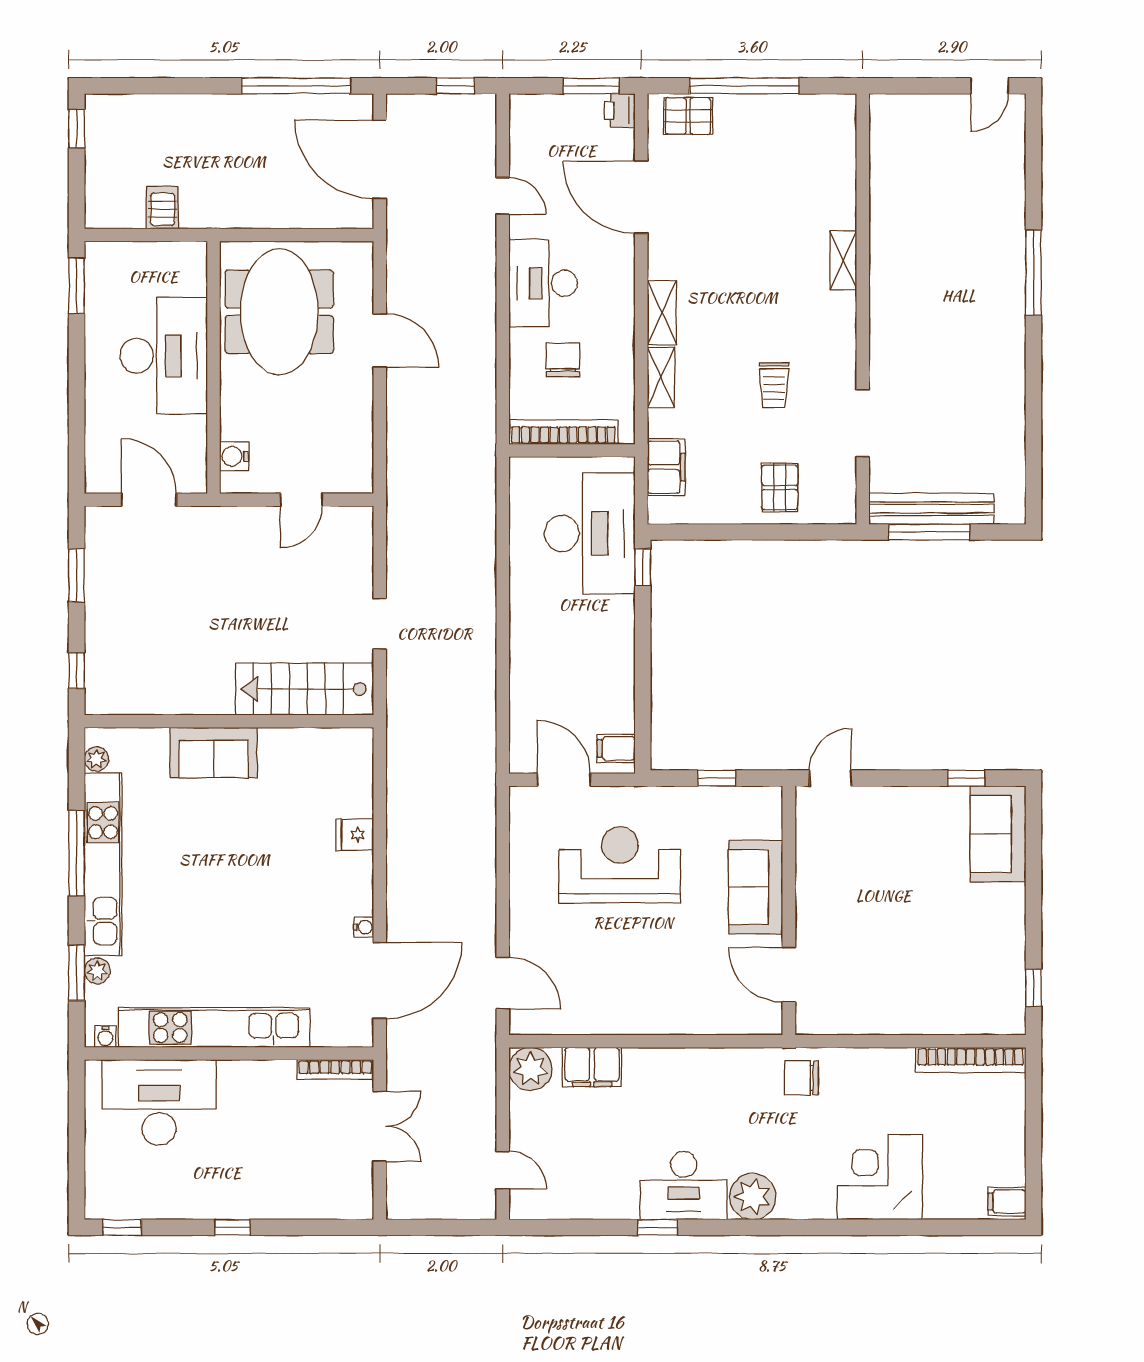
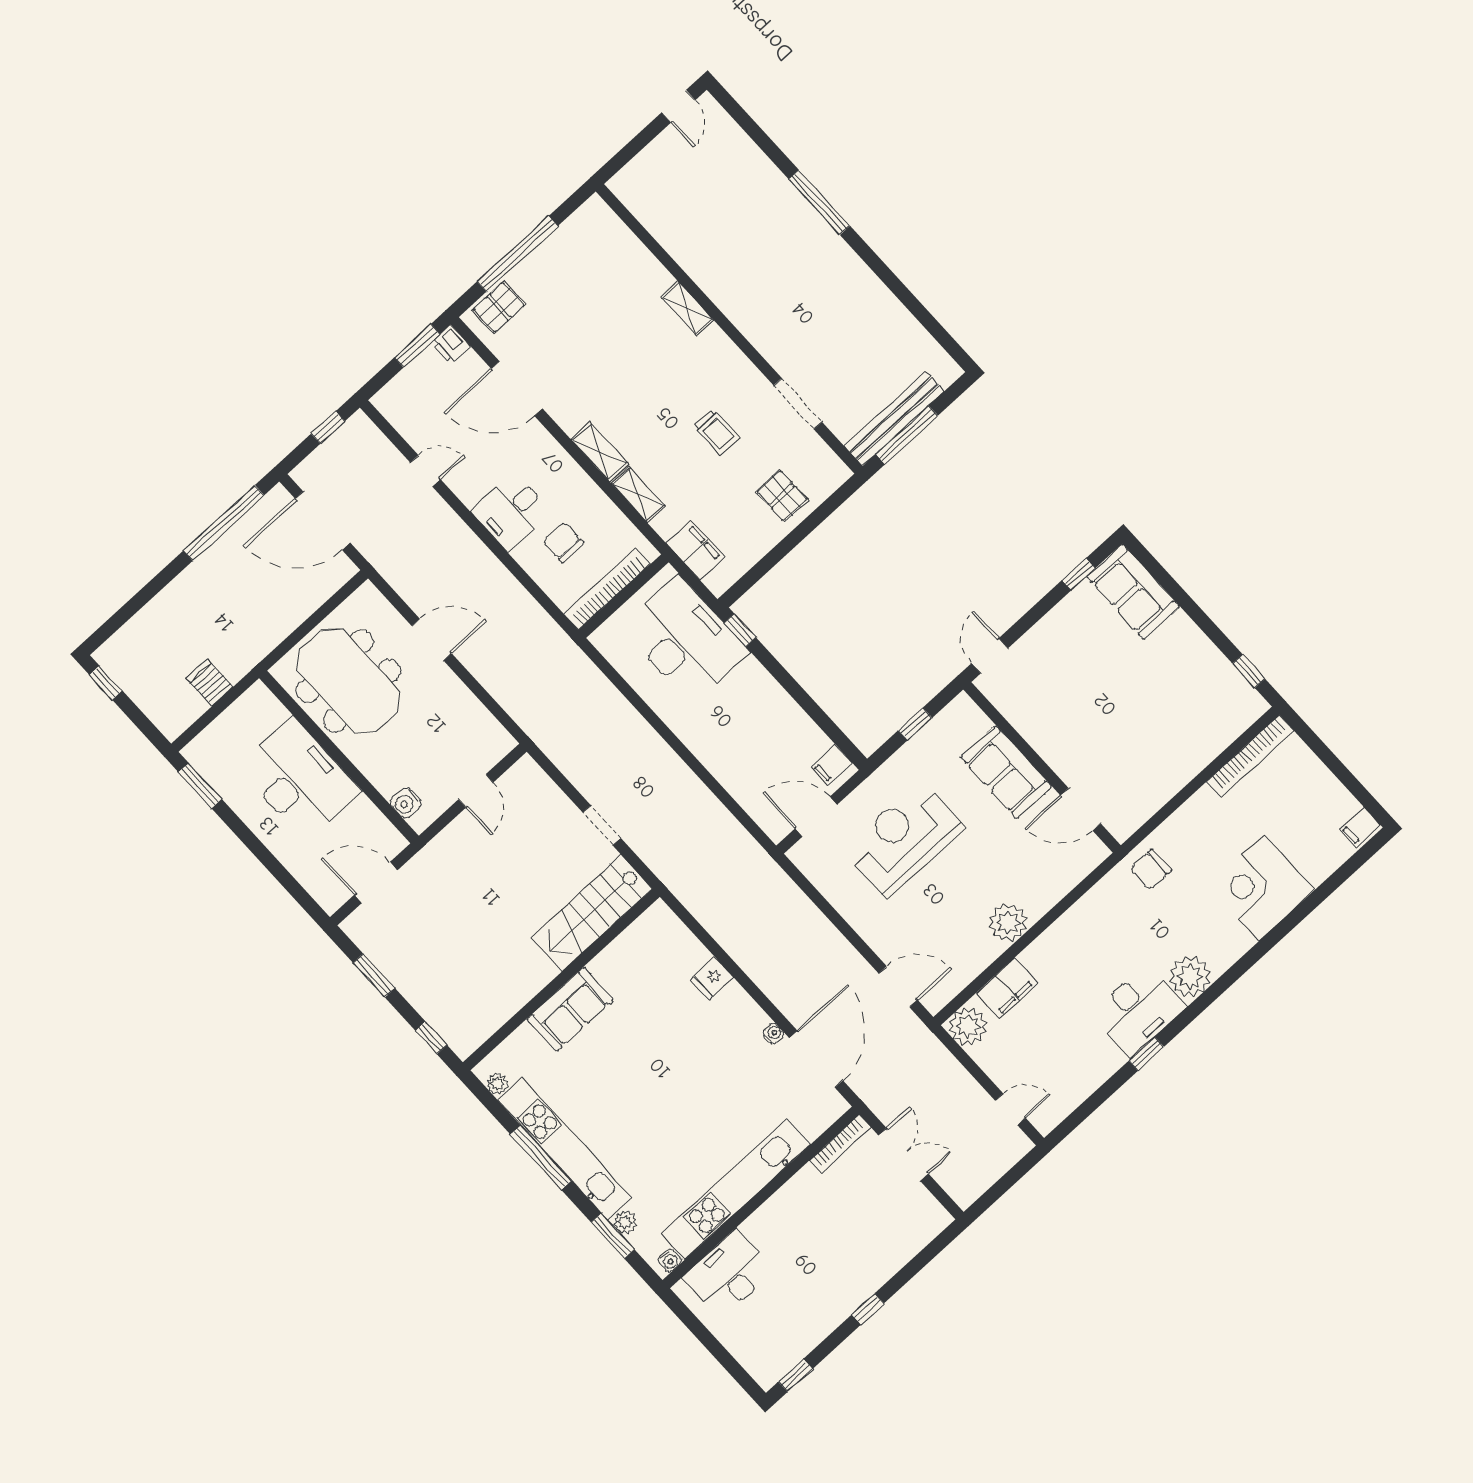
desk: (543, 283) -> (511, 512), width x0.73
plant: (642, 1013) -> (1008, 923), added
desk: (159, 1102) -> (729, 1274), width x0.73, depth x0.77

